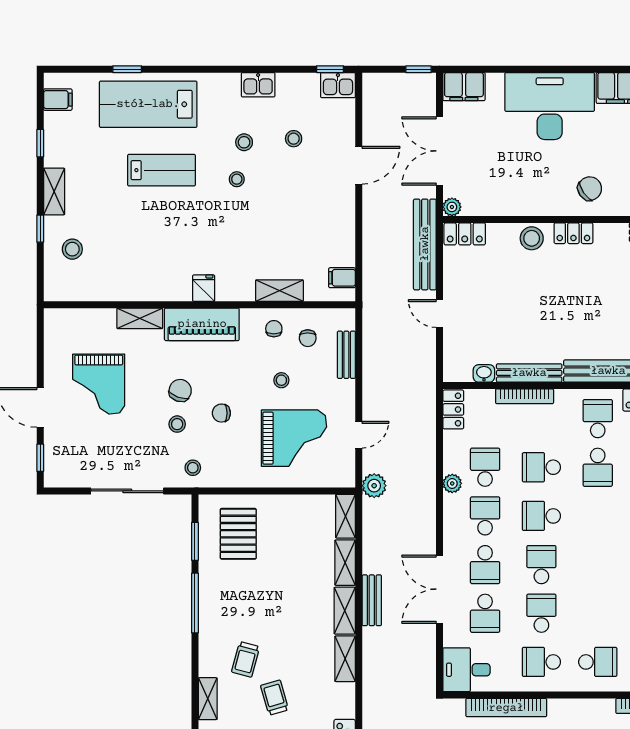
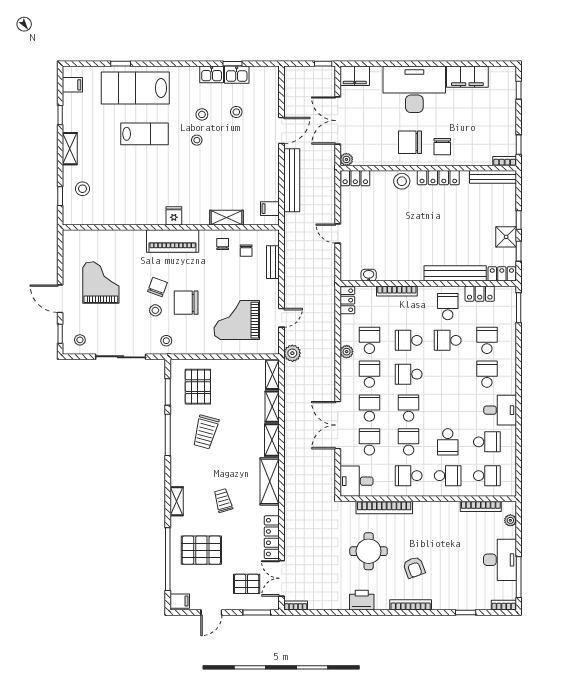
window: (330, 69) -> (233, 64), moved
kitchen sink: (338, 85) -> (237, 75), moved
chair: (543, 182) -> (410, 142), added
chair: (590, 189) -> (442, 147), turned 125
window: (40, 229) -> (60, 196), moved
locker: (573, 233) -> (438, 178), width x1.53
bench: (425, 244) -> (292, 180), moved
shelving: (140, 318) -> (129, 237), removed
bench: (529, 373) -> (400, 275), removed
stool: (281, 380) -> (80, 340), moved
grand piano: (99, 384) -> (101, 283), turned 180
chair: (221, 413) -> (186, 303), width x1.87, depth x1.87
grand piano: (294, 438) -> (237, 320), turned 180
school desk: (598, 467) -> (448, 340), turned 90
school desk: (485, 565) -> (369, 408), turned 180
bench: (372, 600) -> (291, 433), removed
school desk: (485, 613) -> (369, 442), turned 180
school desk: (598, 613) -> (448, 442), added
trolley: (246, 659) -> (206, 432), moved, width x1.36, depth x1.39
shelving: (345, 659) -> (270, 481), width x1.50, depth x1.33

